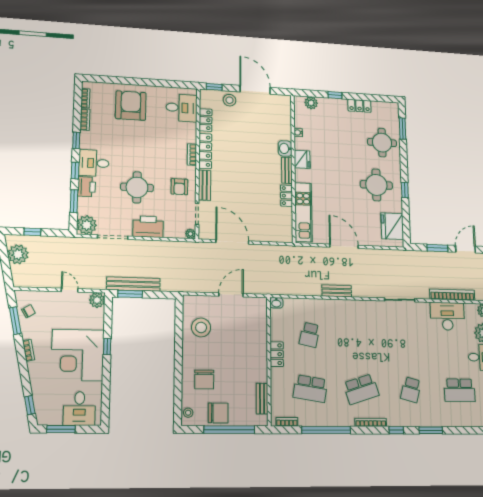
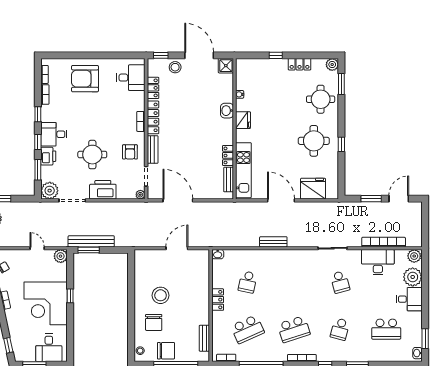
shower: (283, 102) -> (226, 66), added
plant: (311, 103) -> (332, 65), moved
armchair: (131, 106) -> (85, 79), turned -90
bench: (287, 170) -> (229, 180), moved
fridge: (392, 226) -> (313, 189), moved, turned 90
stool: (201, 327) -> (161, 295), moved
school desk: (409, 337) -> (340, 282), added
school desk: (310, 389) -> (248, 329), turned -33

